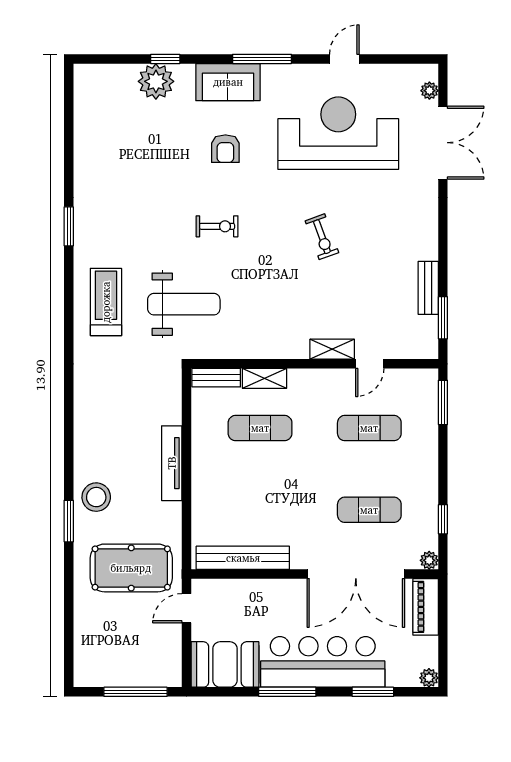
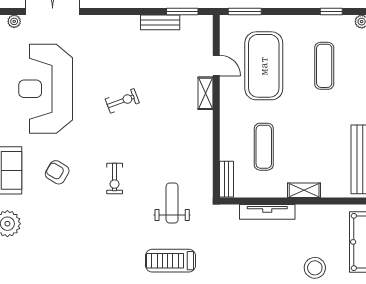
armchair: (225, 149) -> (57, 172), turned -149
exercise bike: (217, 226) -> (115, 178), turned 180
weight bench: (184, 304) -> (172, 203), width x0.73, depth x0.75
shelving: (264, 378) -> (304, 190), moved, turned 90
exercise mat: (369, 428) -> (264, 66), width x2.00, depth x1.45
tv unit: (172, 463) -> (267, 212), moved

